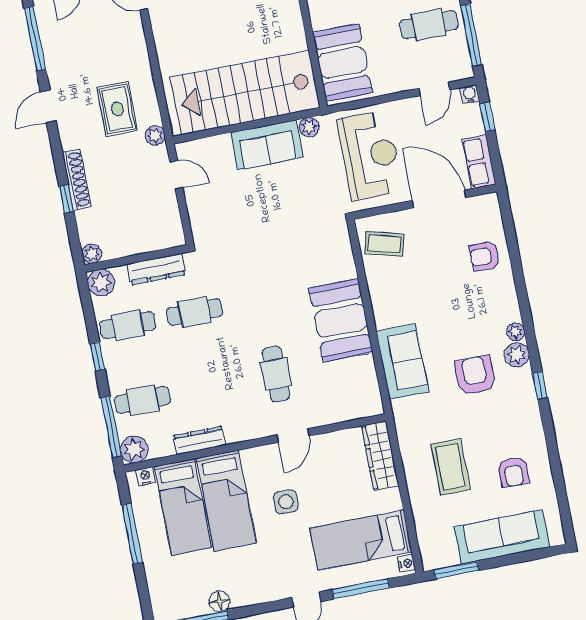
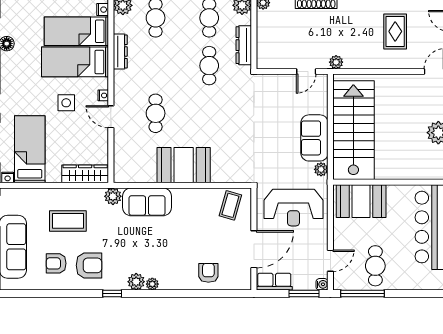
door: (434, 89) -> (330, 261), swing flipped
rug: (117, 109) -> (395, 31), moved, turned 90
window: (487, 117) -> (304, 294), width x1.50
cafe table: (276, 374) -> (156, 113), turned 90
armchair: (475, 376) -> (89, 265), moved
plant: (404, 411) -> (113, 196), added
nightstand: (265, 452) -> (103, 95), added

